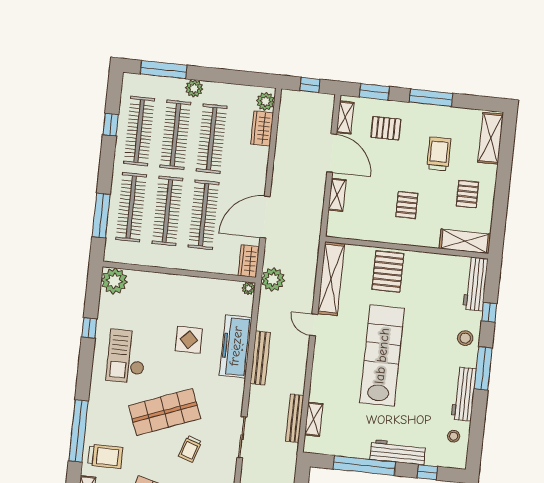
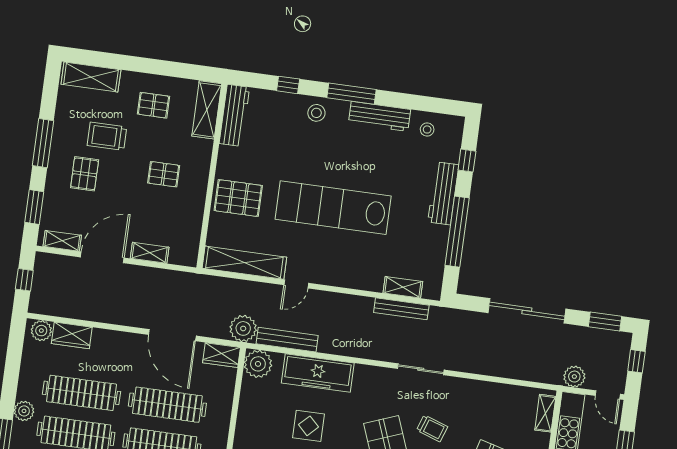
pallet: (386, 128) -> (85, 174), moved
workbench: (475, 284) -> (234, 115), moved, turned -90
plant: (248, 288) -> (258, 364), width x1.87, depth x1.87
bench: (260, 358) -> (287, 340), moved

